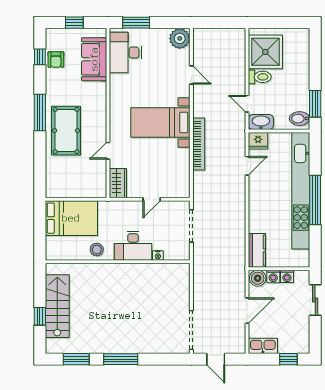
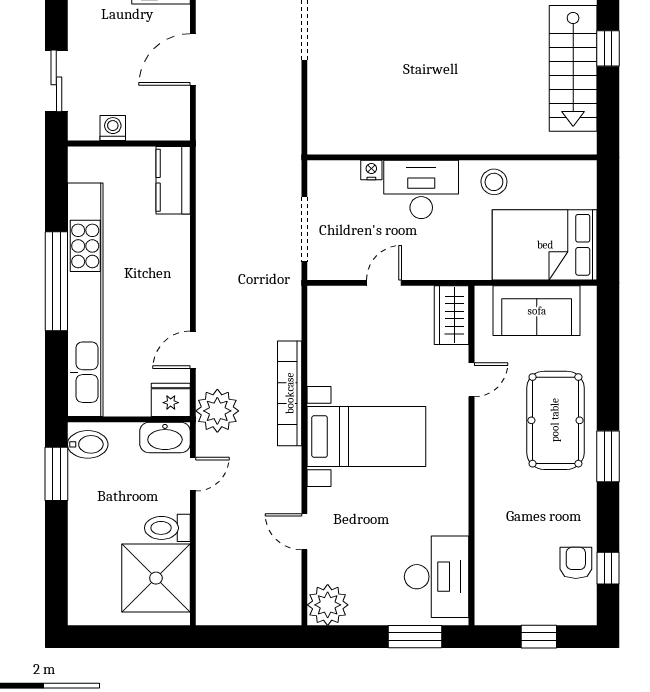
sofa: (94, 59) -> (537, 311), moved, turned 90
door: (247, 104) -> (193, 474), hinge flipped
window: (40, 113) -> (608, 456), width x0.69
plant: (235, 135) -> (217, 411), added
washing machine: (273, 276) -> (140, 128), removed
boiler: (258, 278) -> (172, 124), removed

